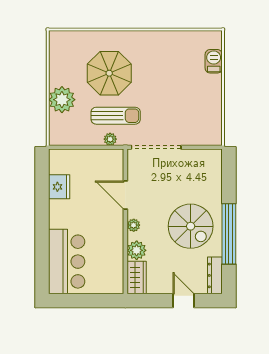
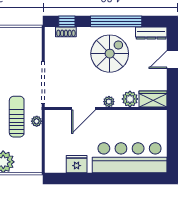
shoe rack: (216, 174) -> (66, 32), added
window: (229, 175) -> (67, 21), added
bar counter: (67, 262) -> (130, 158), width x1.36

